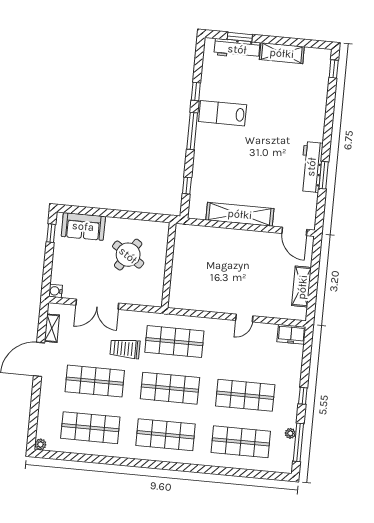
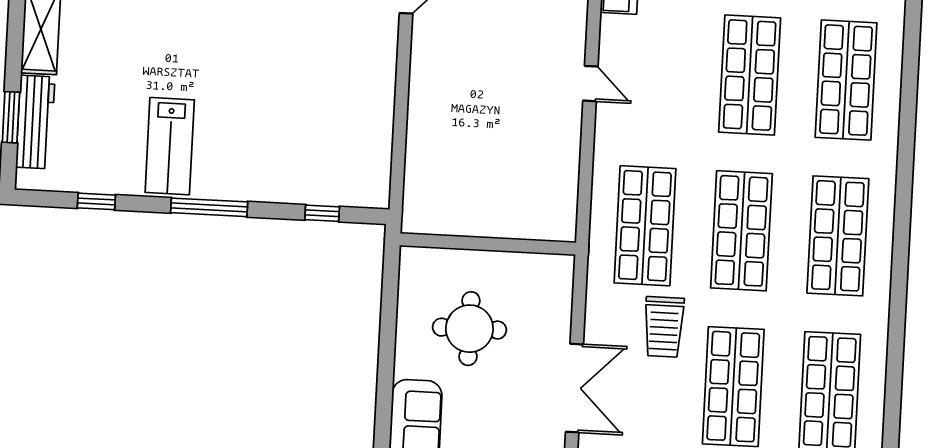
window: (196, 92) -> (96, 201), moved
shelving: (240, 214) -> (377, 102), removed
round table: (128, 255) -> (469, 329), turned -34

